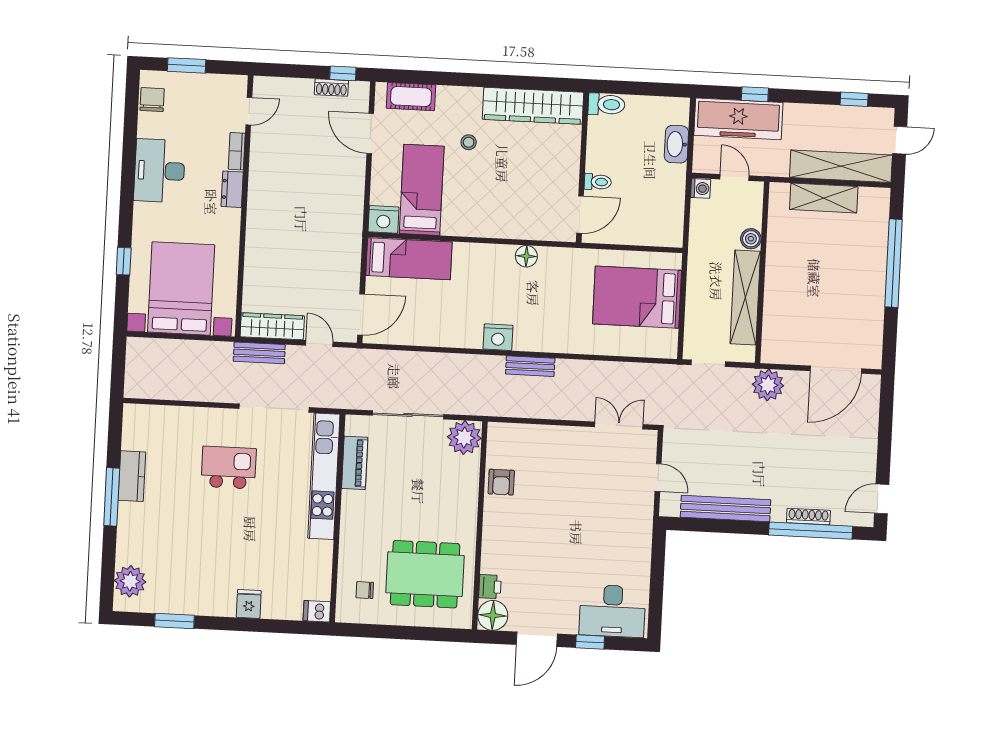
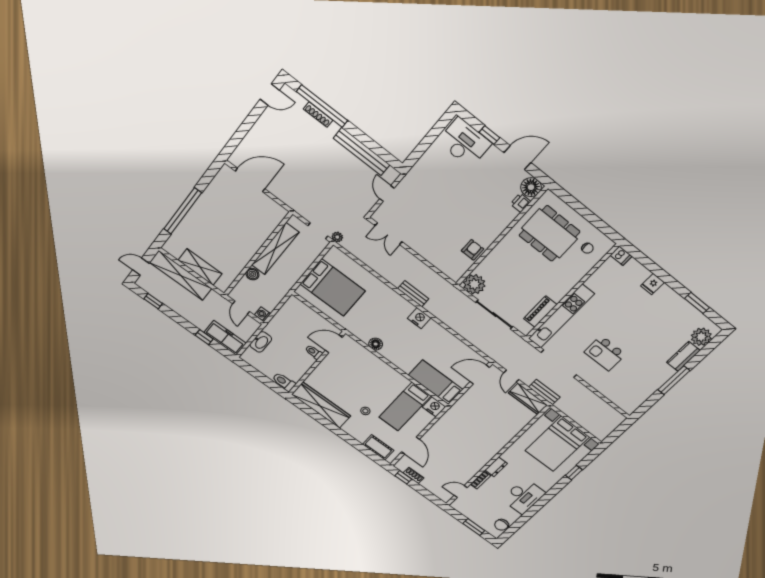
freezer: (738, 119) -> (225, 338), width x0.73, depth x0.79
plant: (768, 385) -> (337, 237), moved, width x0.53, depth x0.53
kitchen counter: (132, 476) -> (683, 356), moved

